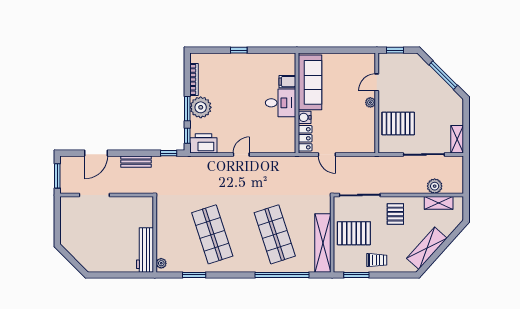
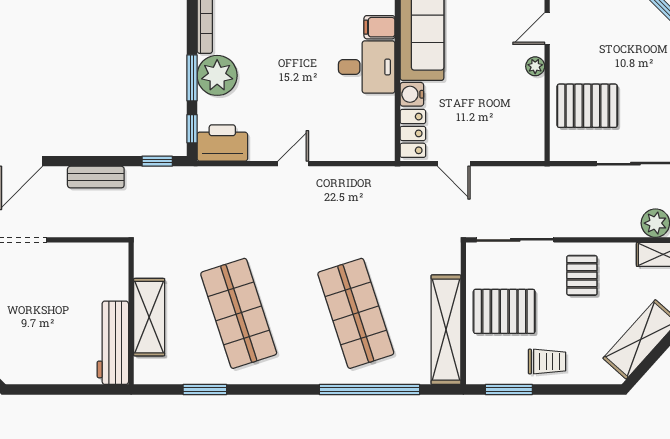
shelving: (164, 236) -> (149, 317), added
plant: (161, 263) -> (143, 368), removed

